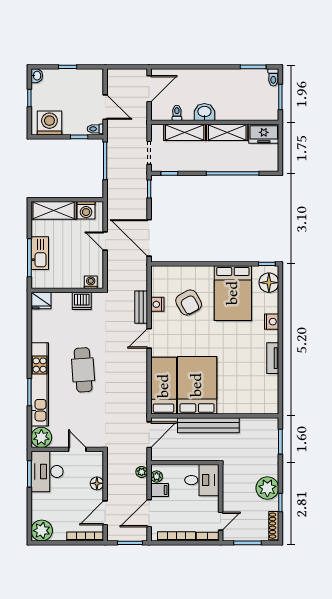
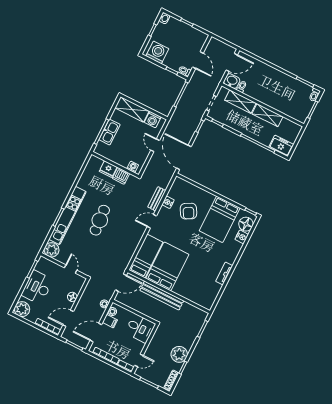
washbasin: (204, 112) -> (232, 81), moved
freezer: (264, 134) -> (281, 146), moved, turned 180
fridge: (41, 301) -> (108, 169), moved
nightstand: (272, 322) -> (242, 237), moved
desk: (47, 472) -> (37, 287), moved

